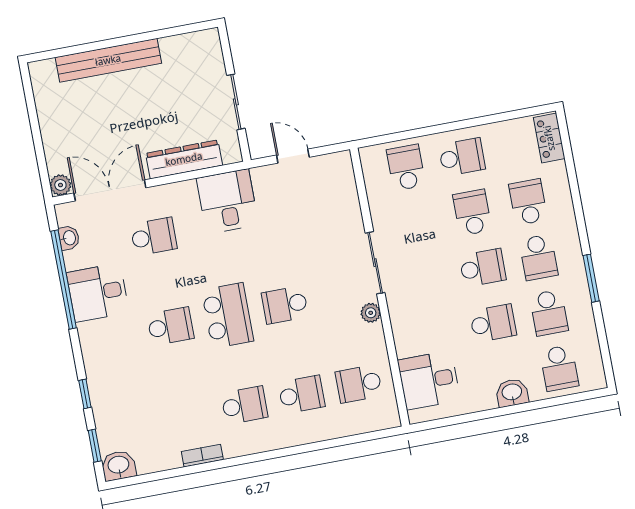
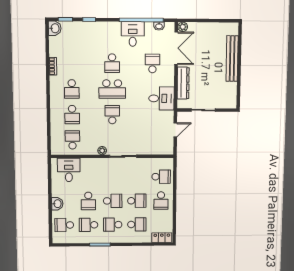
school desk: (154, 237) -> (152, 63), turned 180
school desk: (483, 268) -> (113, 201), turned -90

